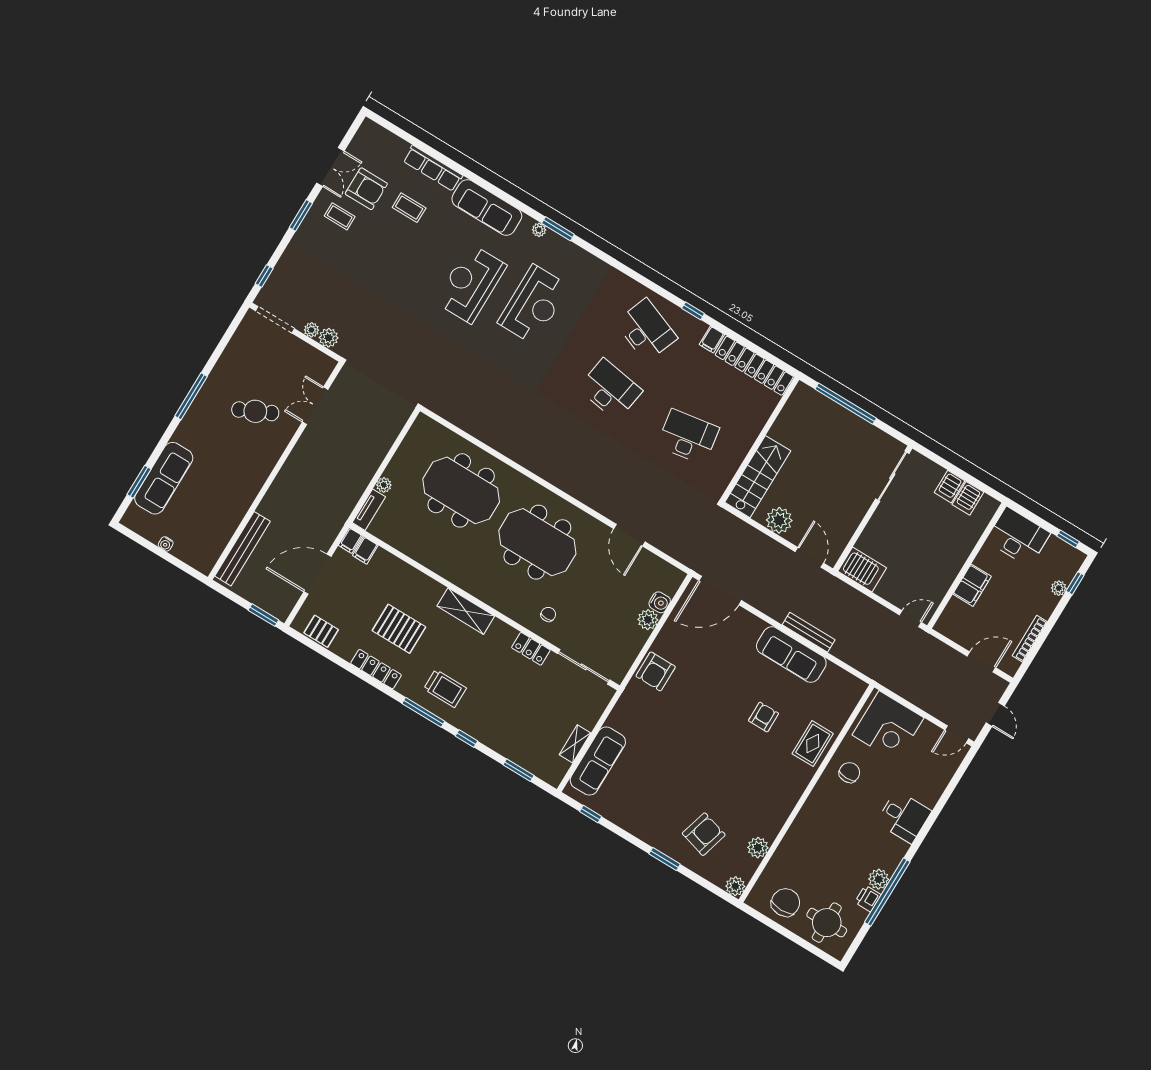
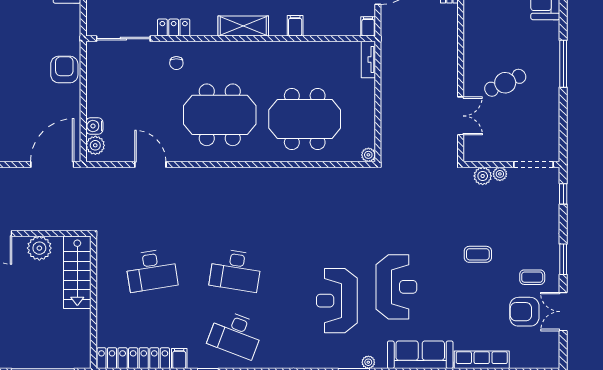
coffee table: (409, 208) -> (478, 254), moved
plant: (384, 485) -> (368, 155), moved
filing cabinet: (365, 550) -> (295, 26), moved
plant: (648, 620) -> (95, 145), moved

